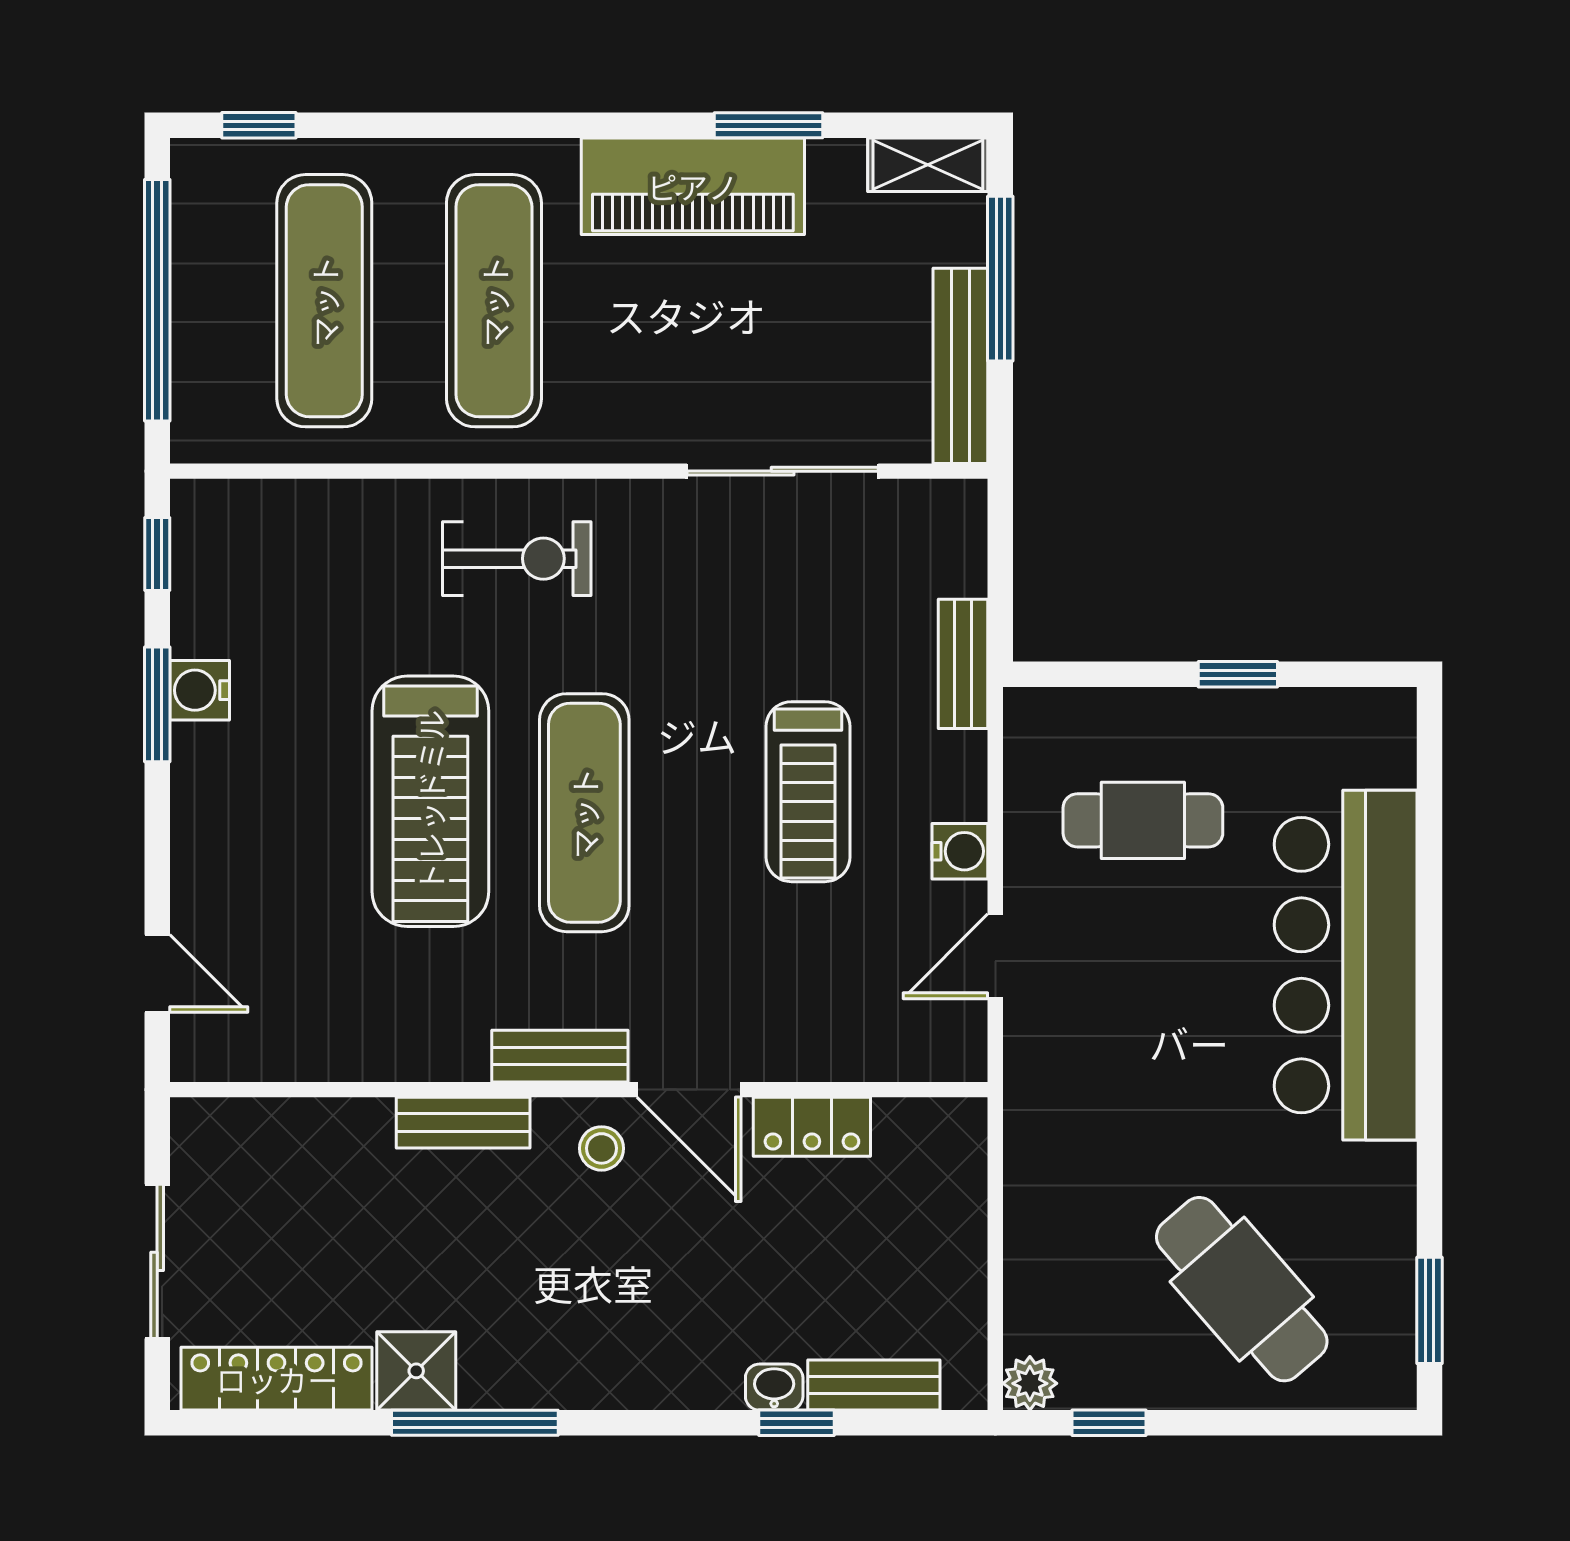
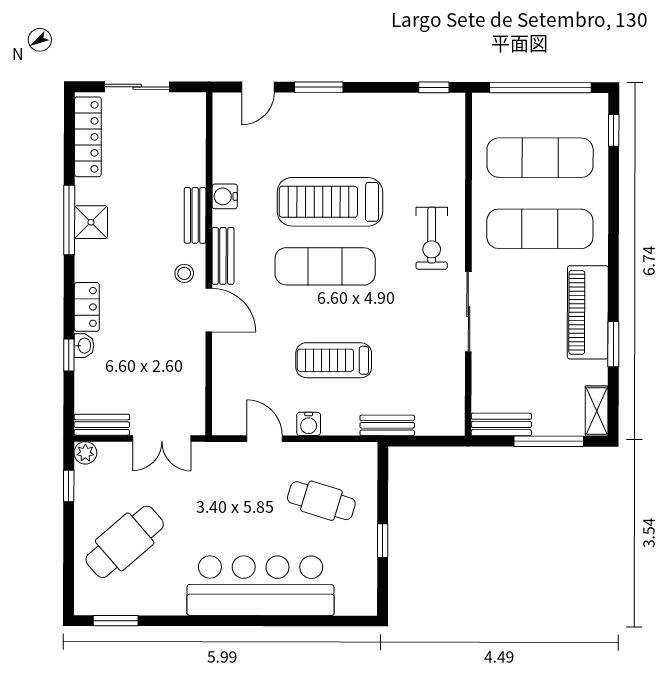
bench: (960, 366) -> (501, 424), width x0.73
sliding door: (783, 471) -> (468, 312), moved
water cooler: (200, 690) -> (225, 196), moved, turned -90
window: (157, 704) -> (319, 87), moved
cafe table: (1143, 820) -> (321, 501), turned -73
door: (689, 1090) -> (209, 310), swing flipped
locker: (812, 1127) -> (87, 307), moved, turned 180
double door: (995, 1201) -> (162, 439), added
shower: (416, 1371) -> (91, 222), moved
bench: (874, 1385) -> (102, 425), moved, turned 90

